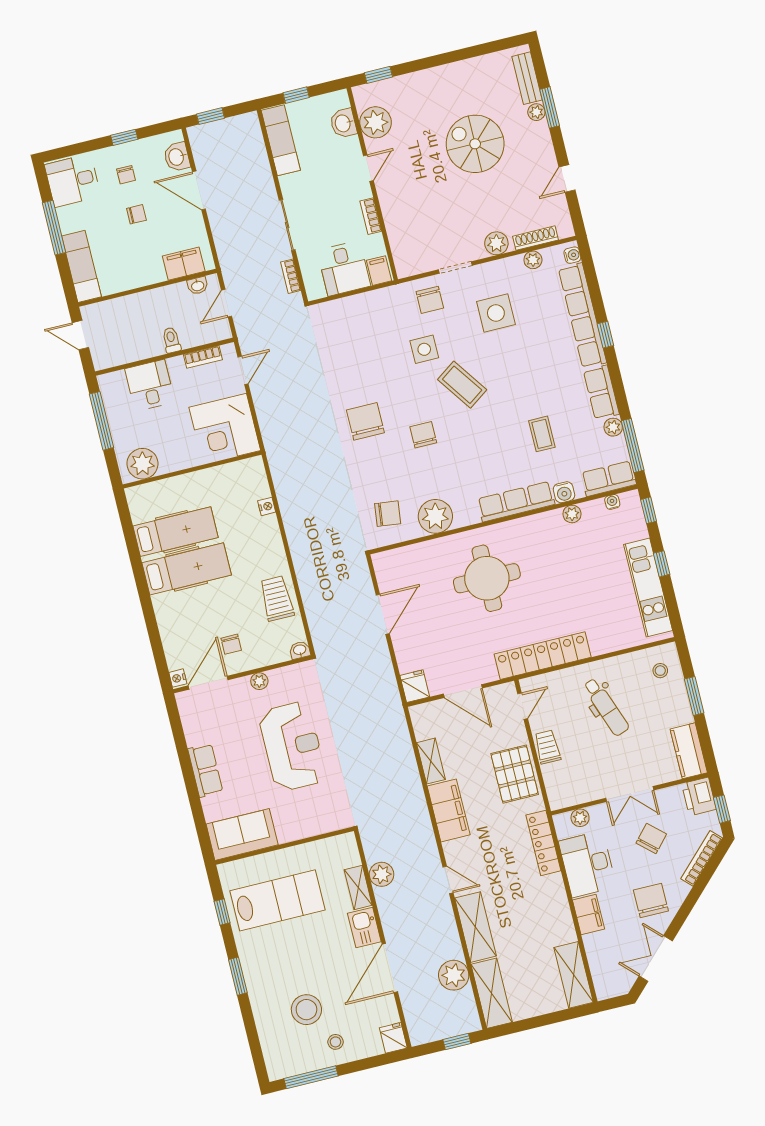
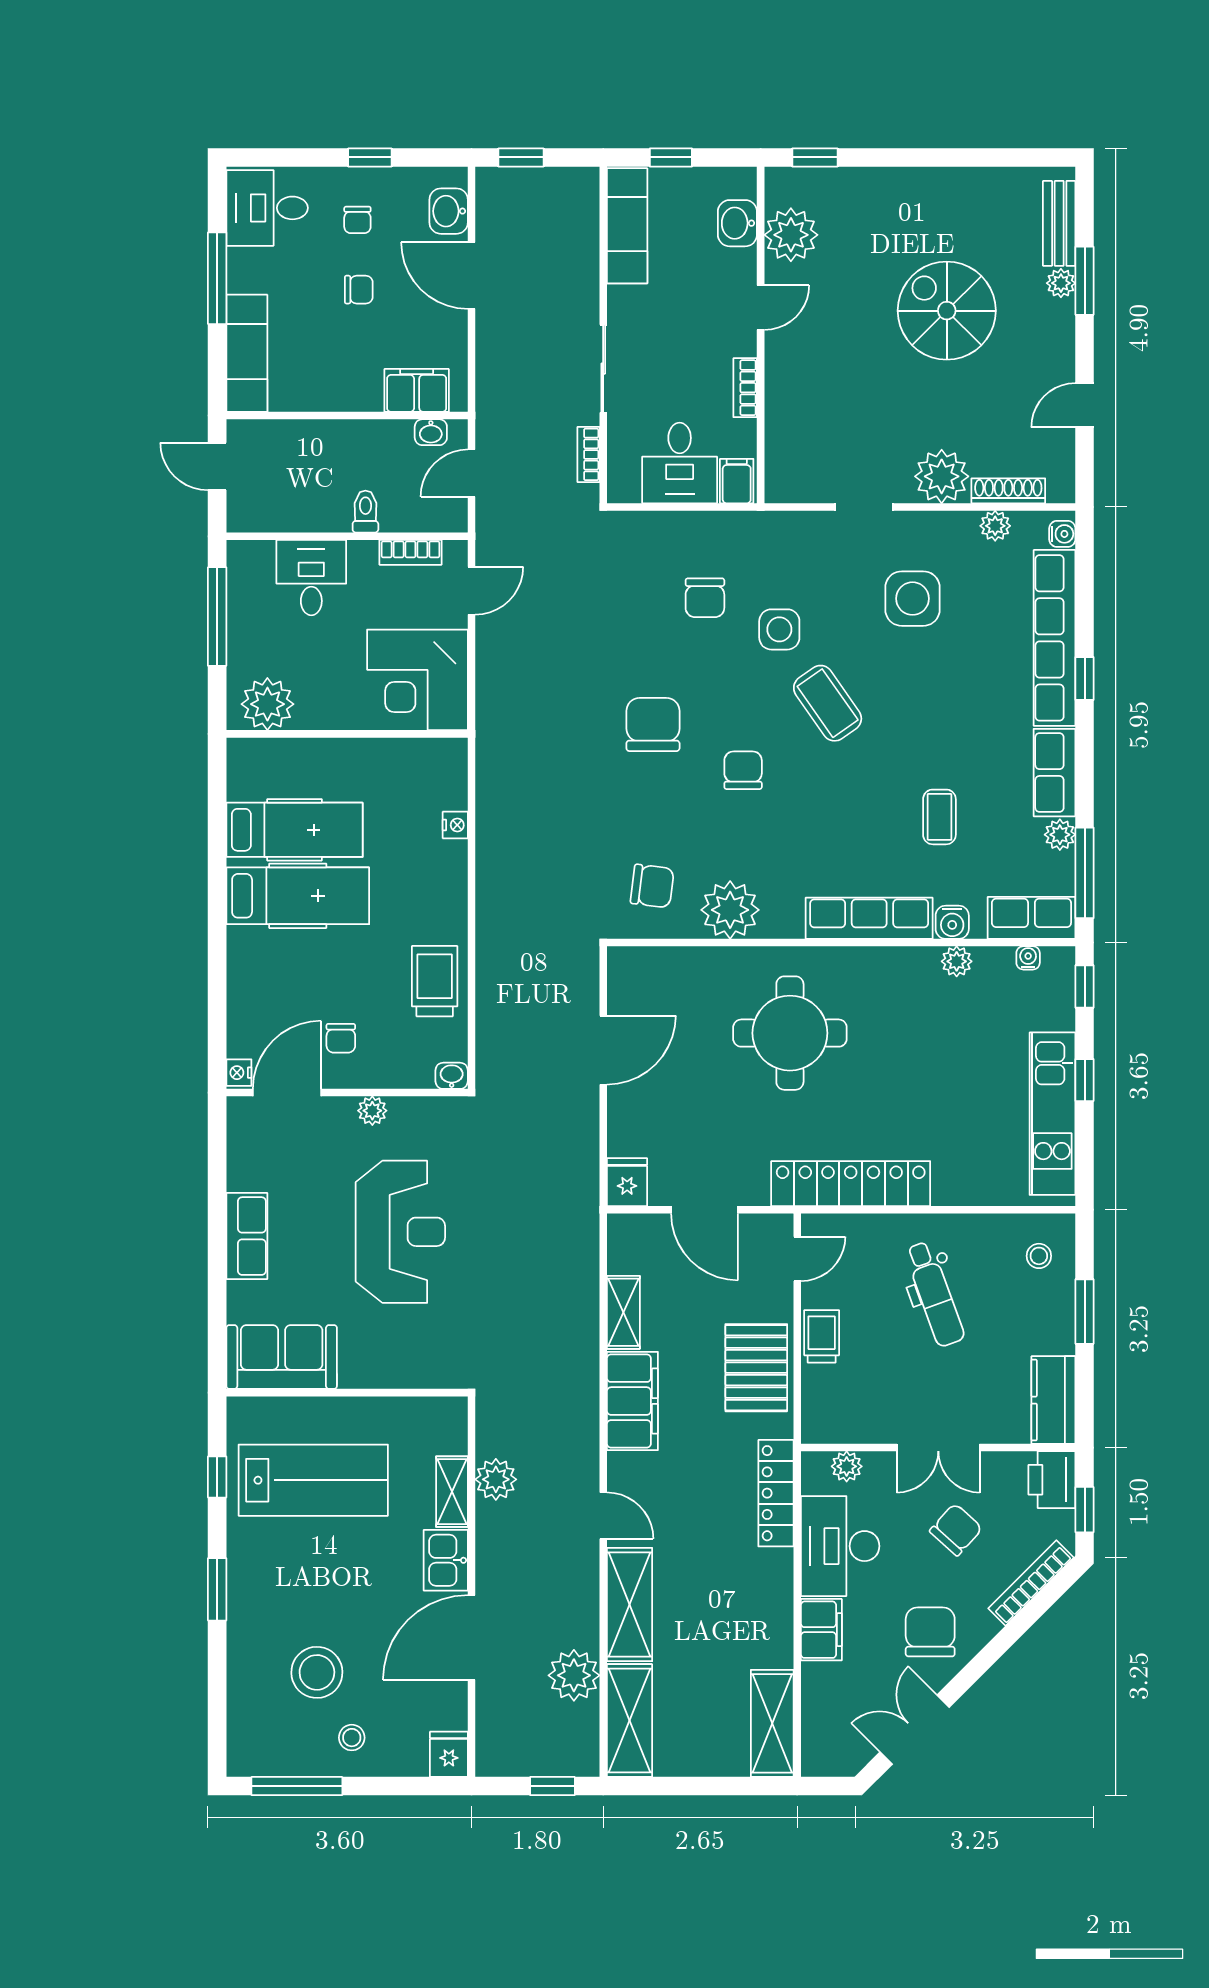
plant: (496, 243) -> (942, 476), width x1.36, depth x1.36
chair: (430, 300) -> (705, 598), moved

